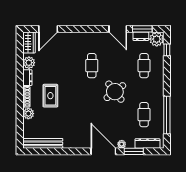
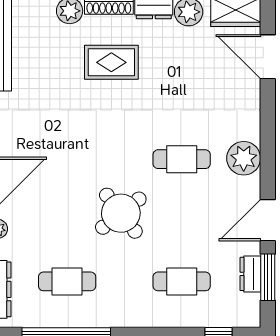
plant: (157, 39) -> (244, 158), moved

